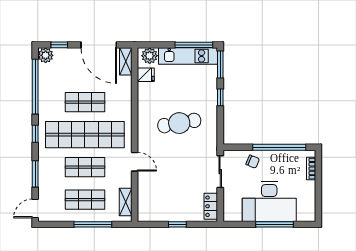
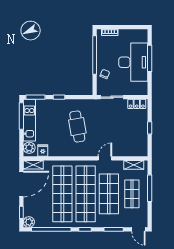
shop shelf: (85, 102) -> (62, 194), width x2.00, depth x1.36
shop shelf: (85, 167) -> (109, 194), width x1.43, depth x1.36

